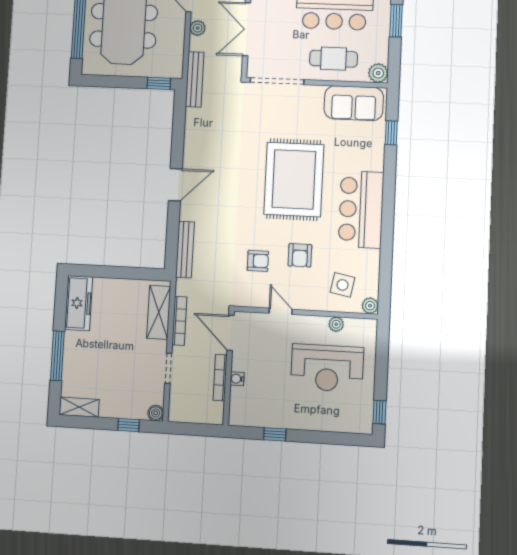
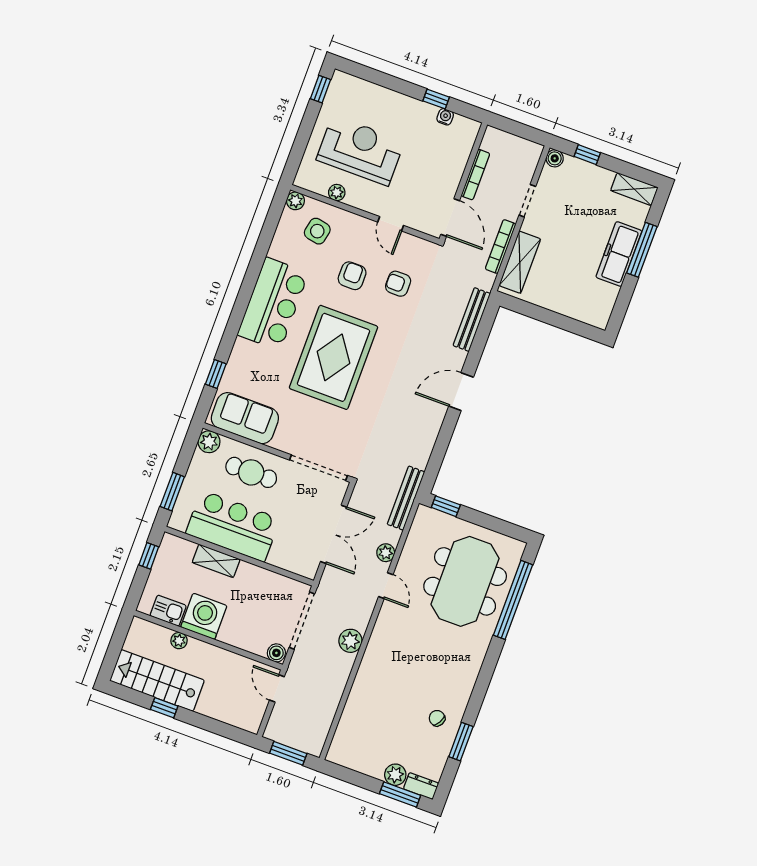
freezer: (79, 303) -> (619, 254), moved
water cooler: (237, 379) -> (445, 117), moved, turned -90

